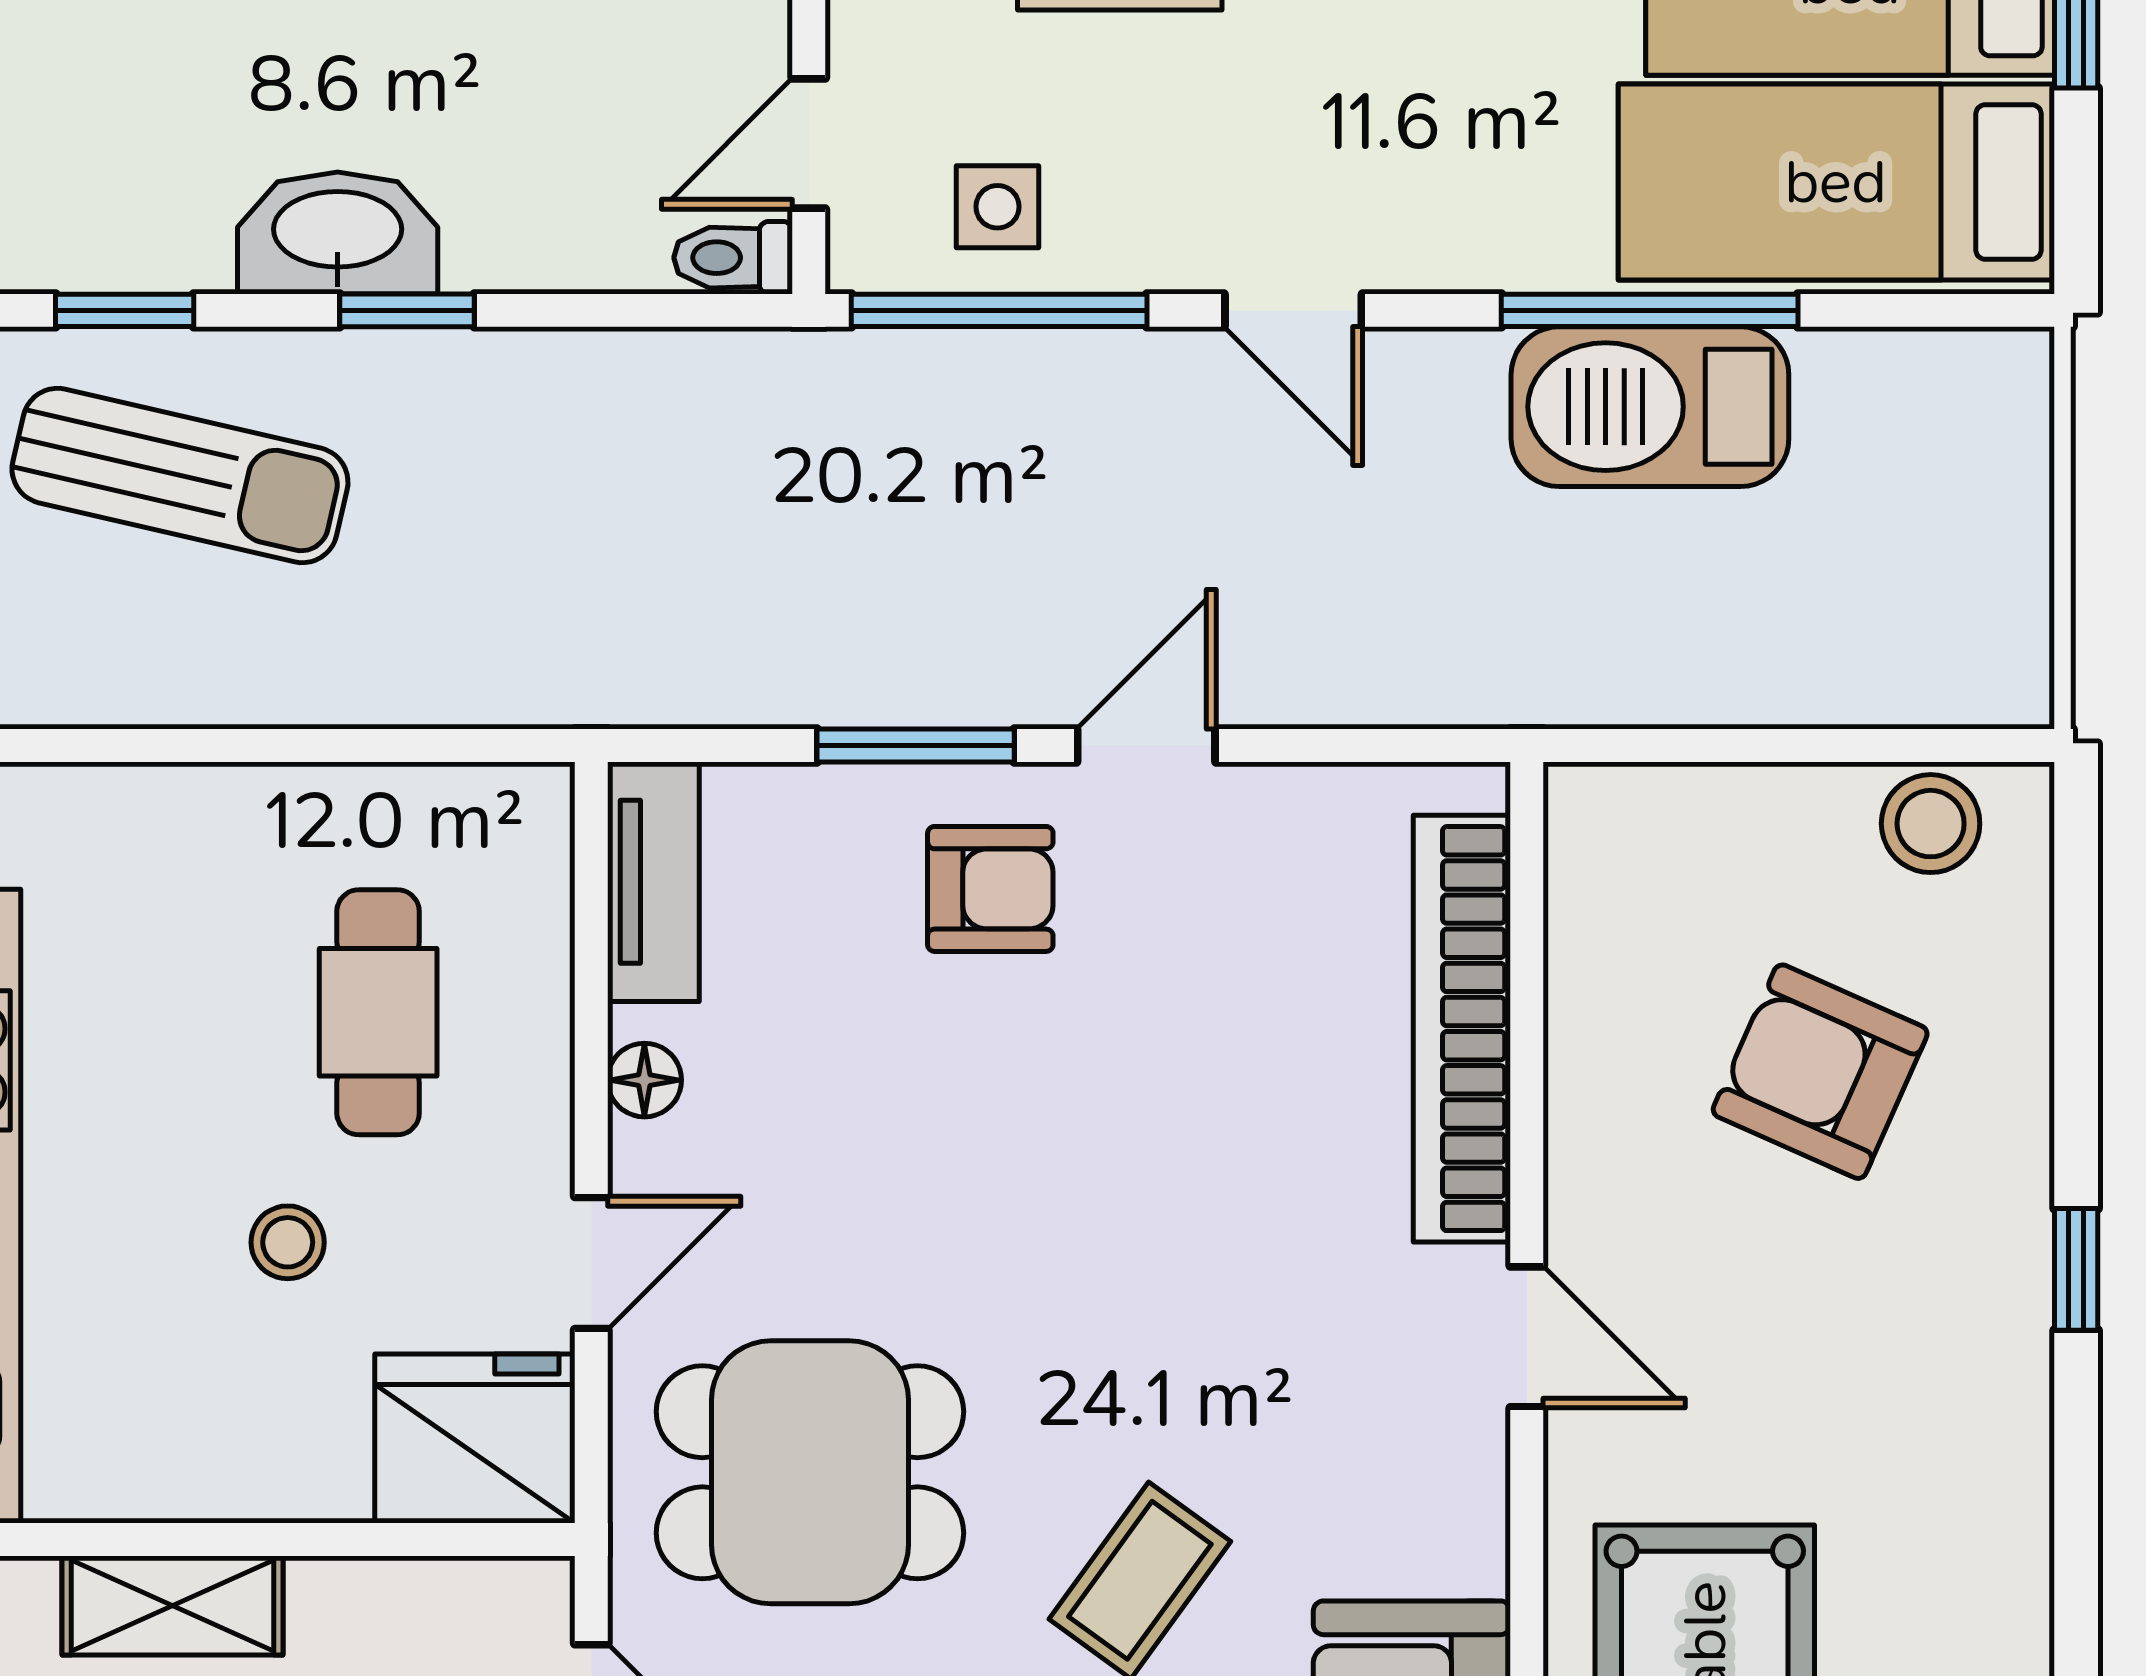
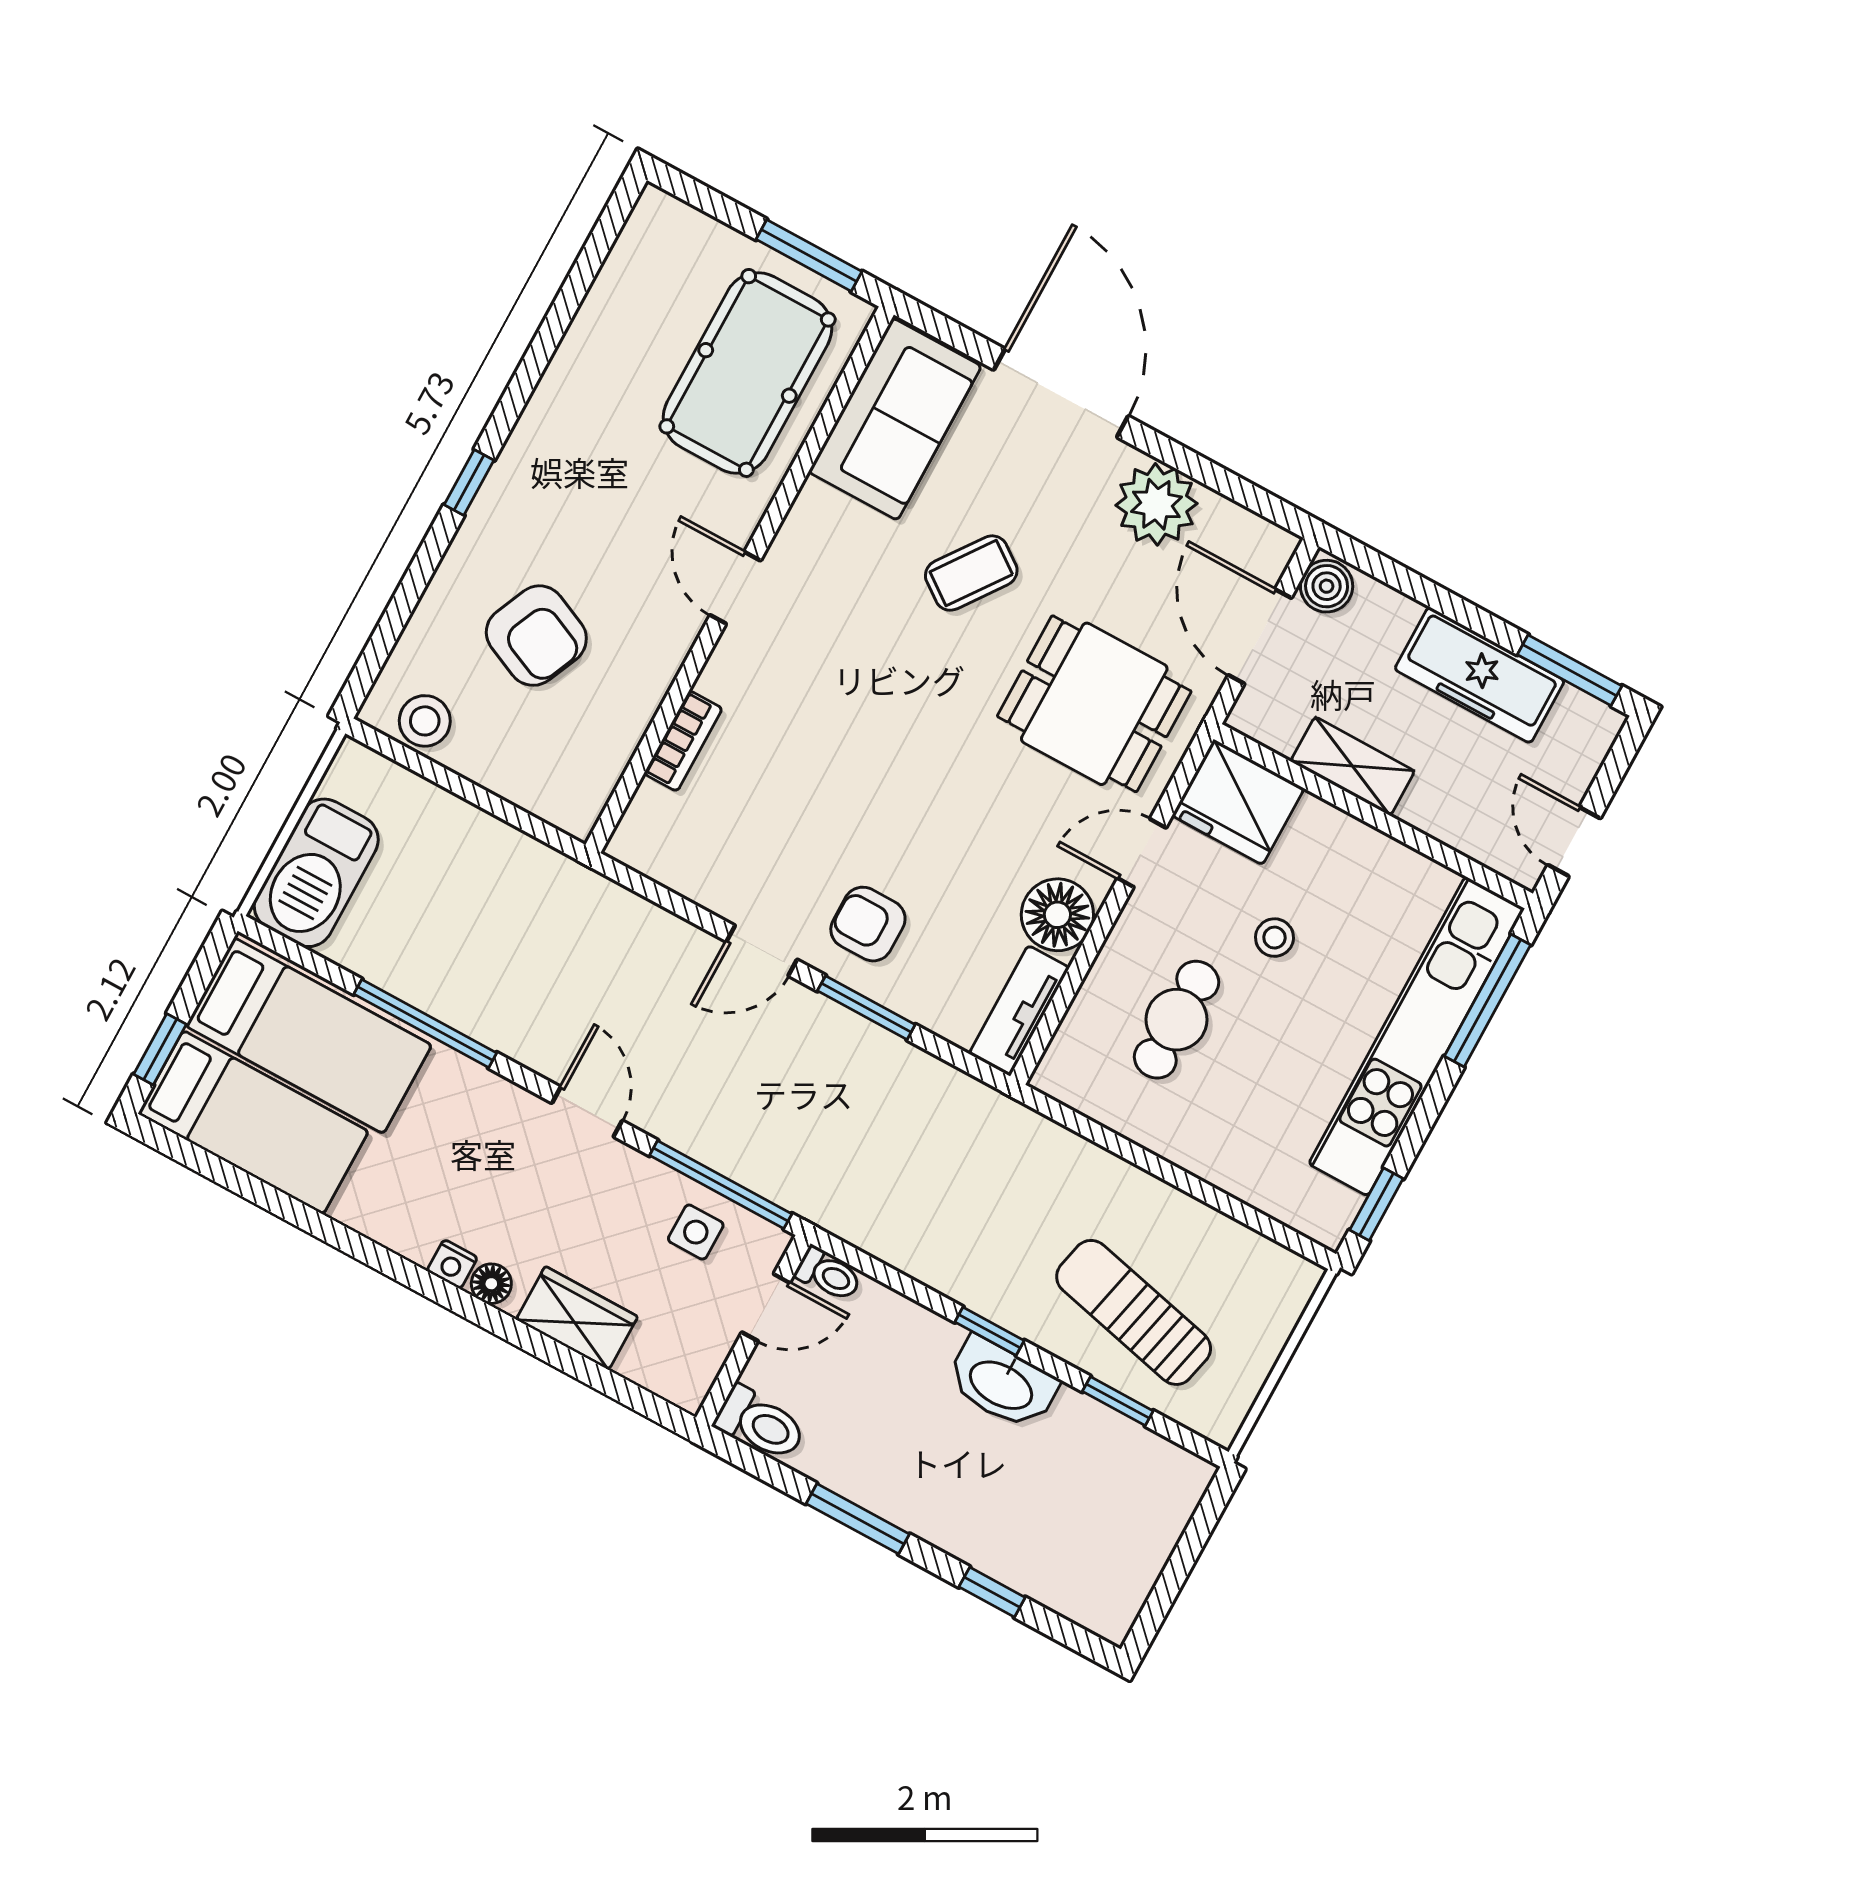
barbecue: (1650, 407) -> (316, 873), moved, turned 90
bookcase: (1462, 1029) -> (683, 741), width x0.43, depth x0.76
floor lamp: (644, 1080) -> (1057, 915), width x1.89, depth x1.89
shelving: (173, 1605) -> (1353, 766), moved

